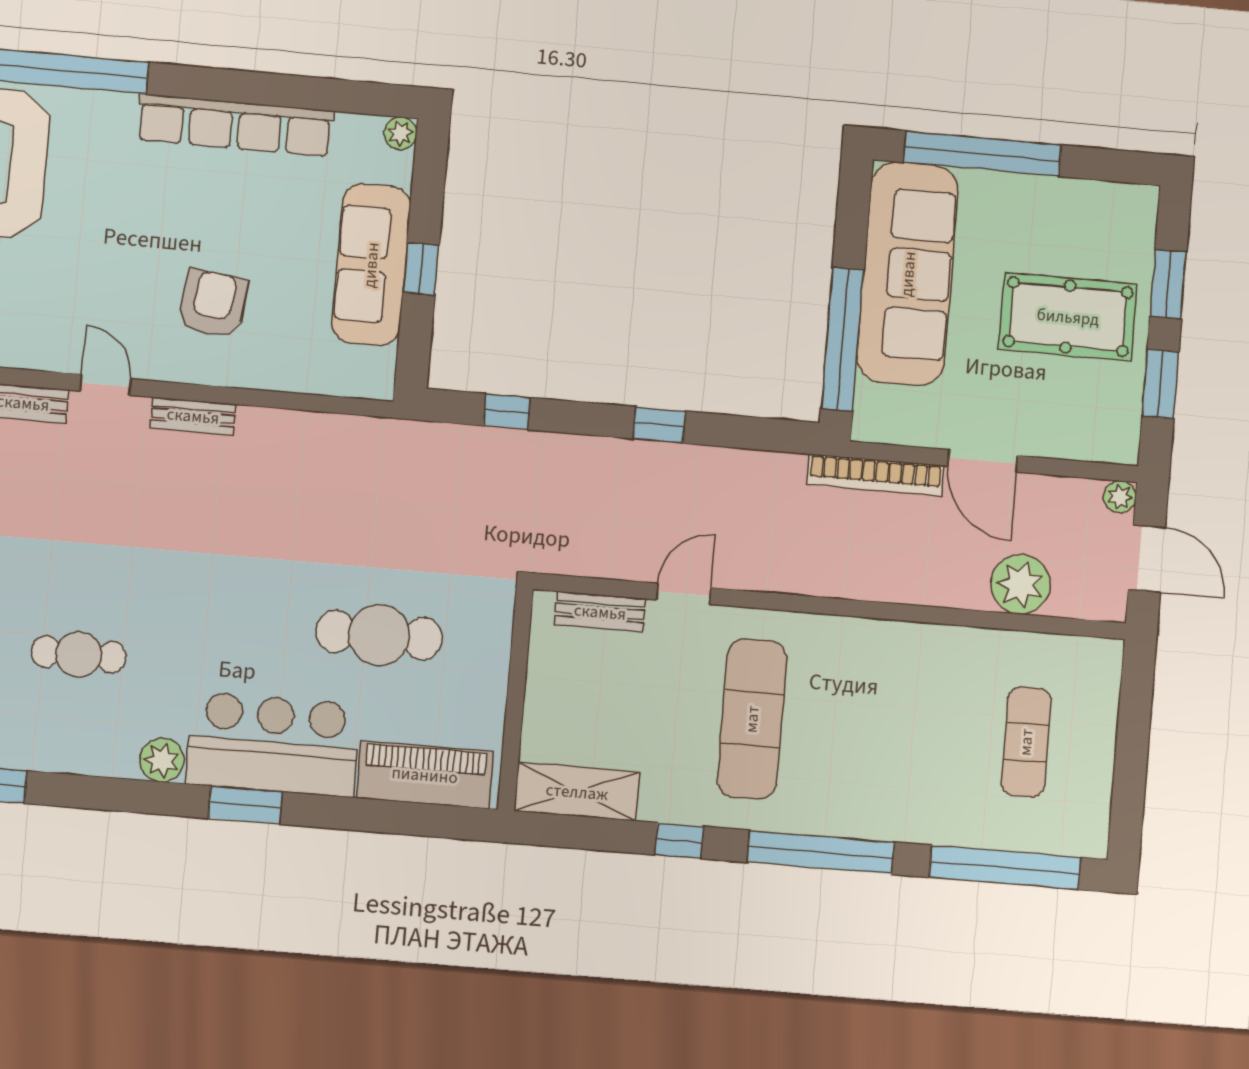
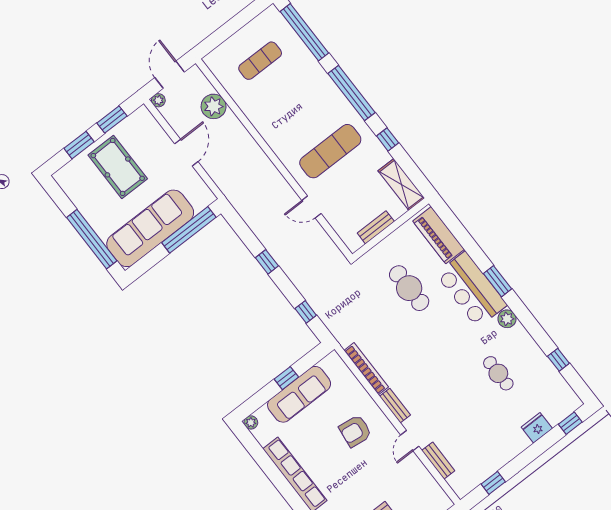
bookcase: (875, 475) -> (366, 369), moved
bench: (600, 612) -> (376, 227), moved, turned 90

